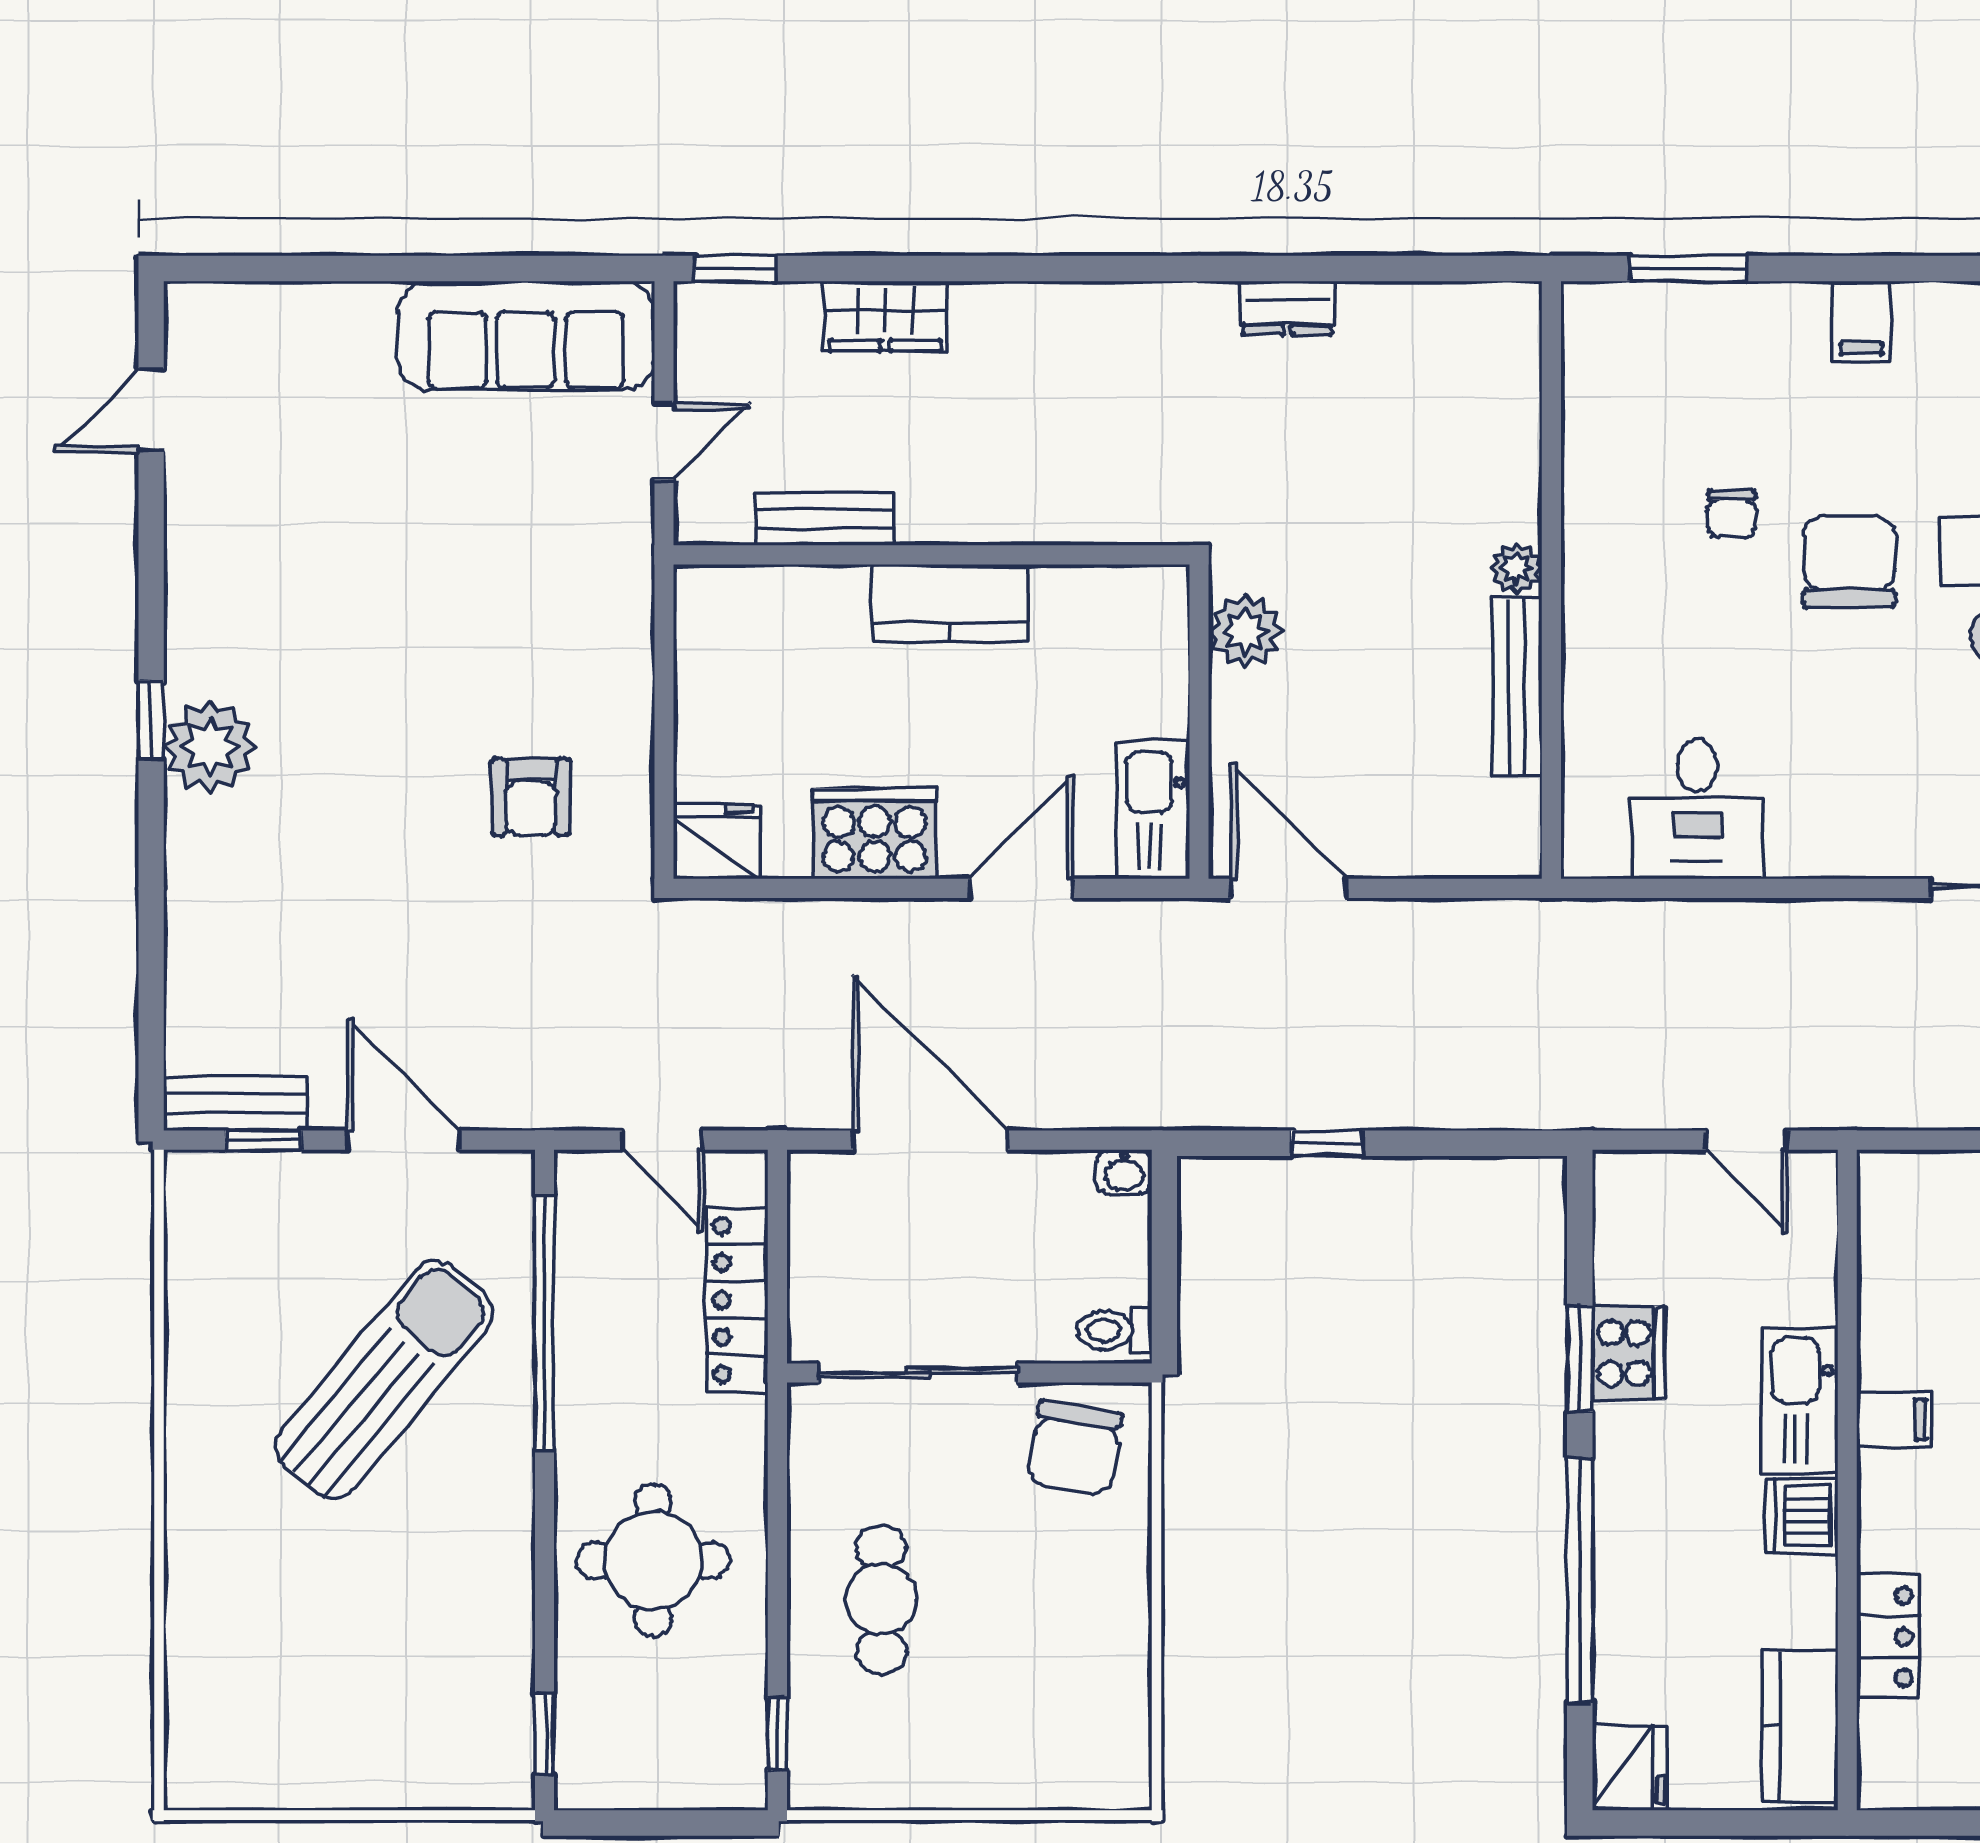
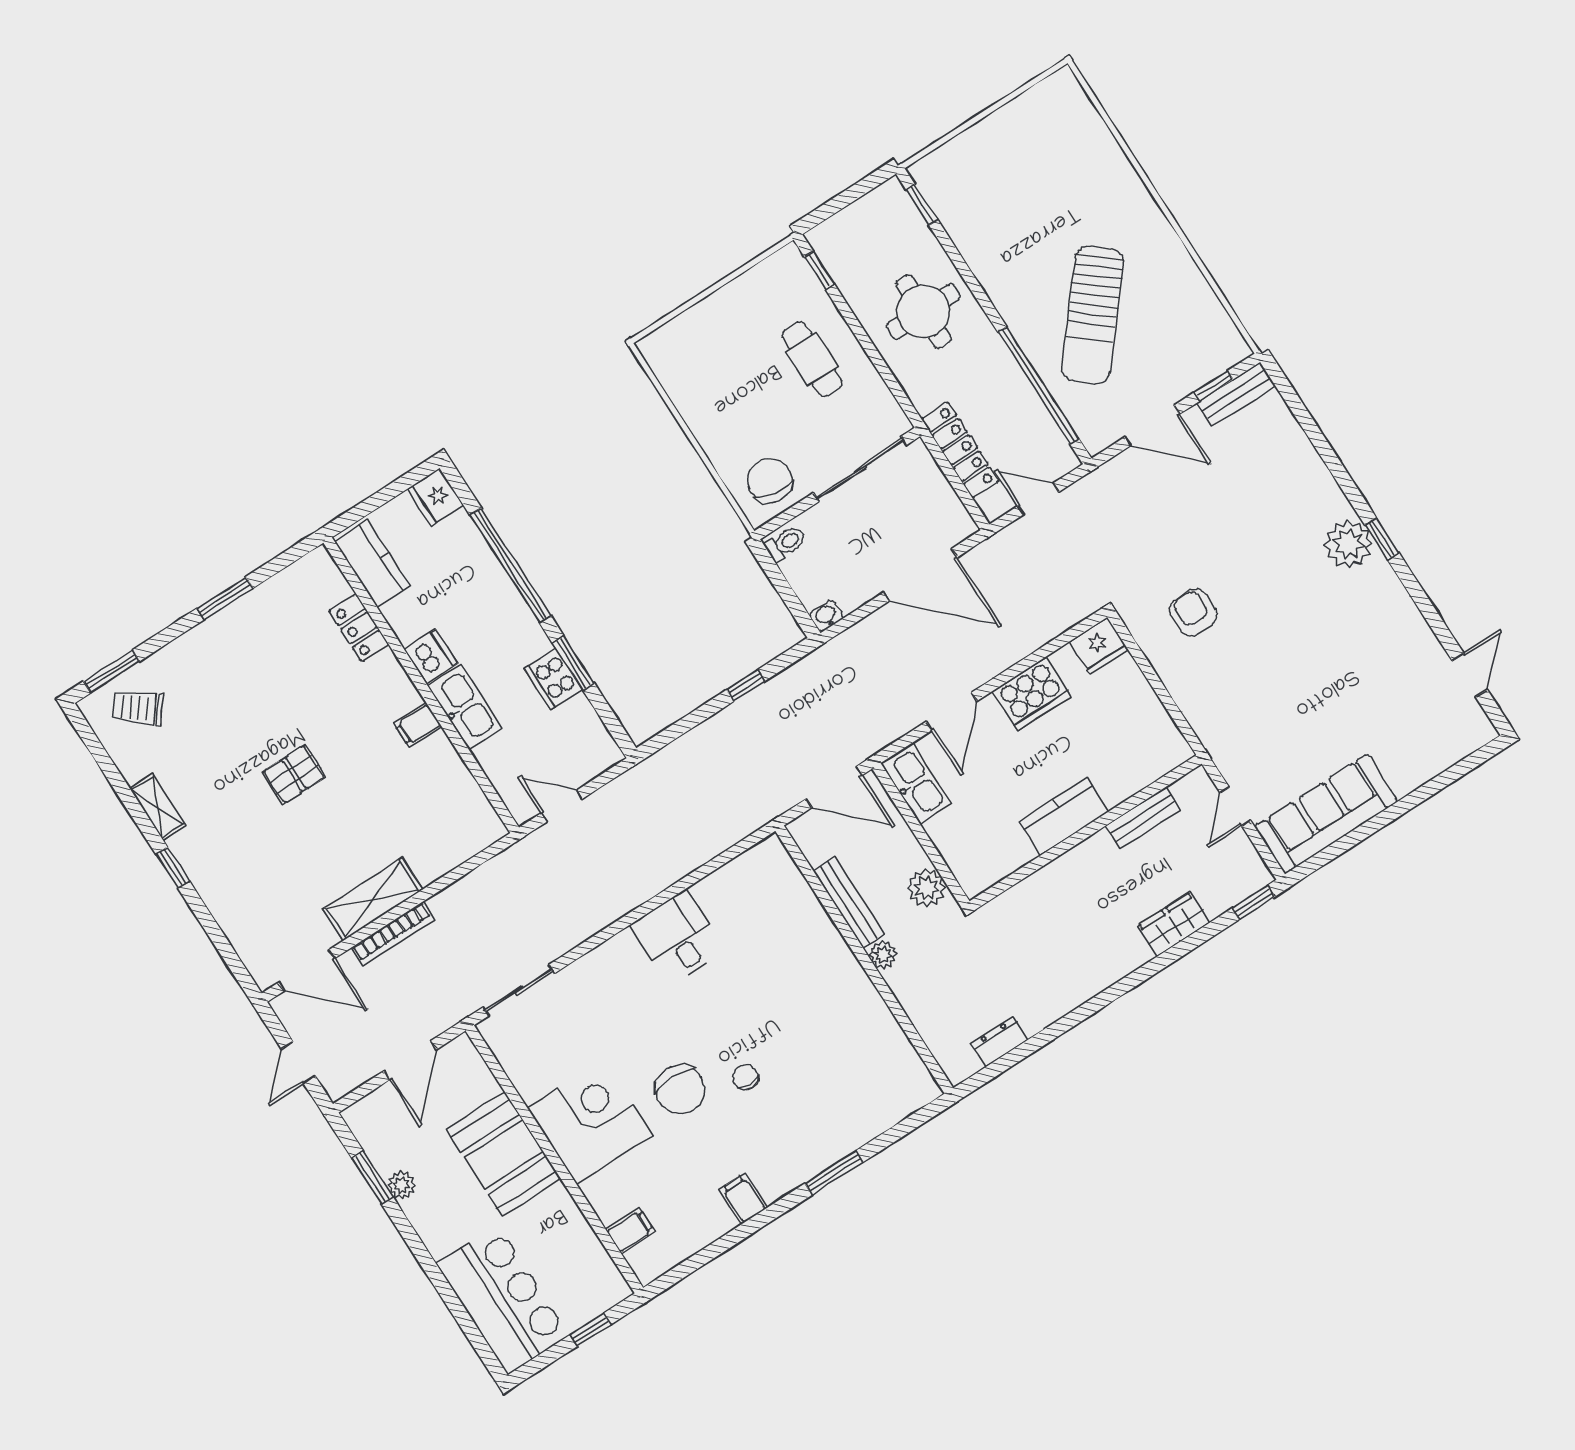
plant: (1516, 568) -> (883, 955), moved
wall: (1551, 580) -> (864, 960), moved
bench: (1517, 687) -> (849, 903), moved

